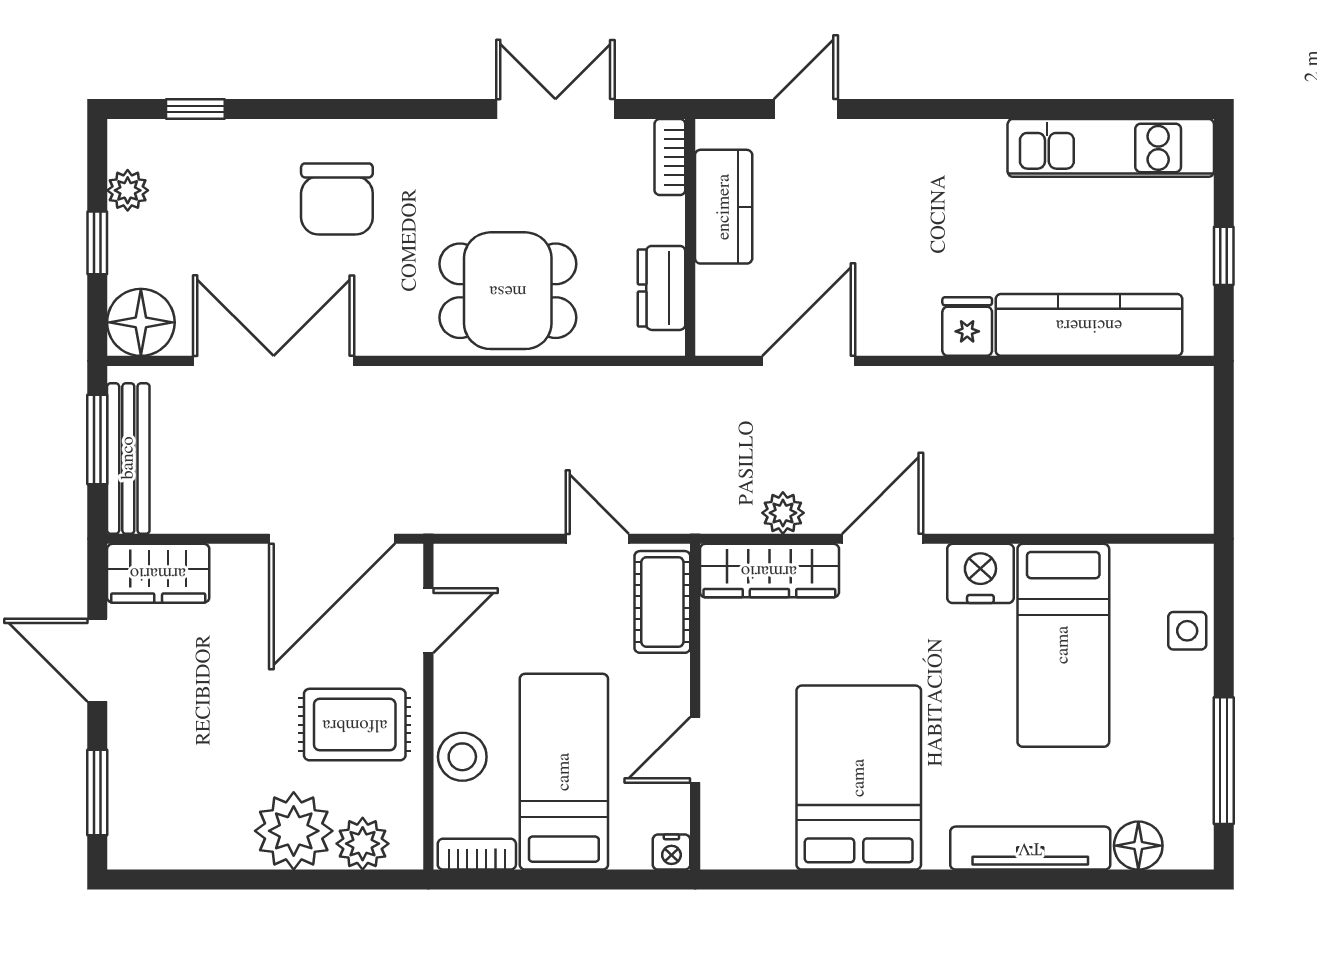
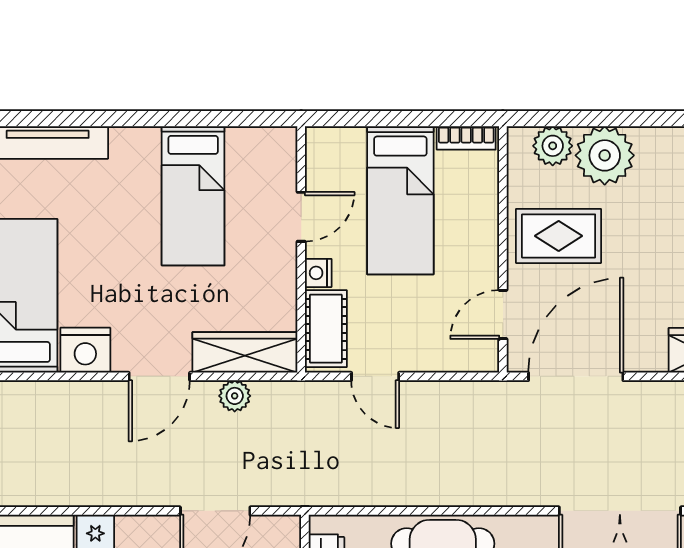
stool: (462, 757) -> (477, 212), removed
bed: (859, 778) -> (193, 196), width x0.67
nightstand: (671, 852) -> (318, 273), moved, turned -90

